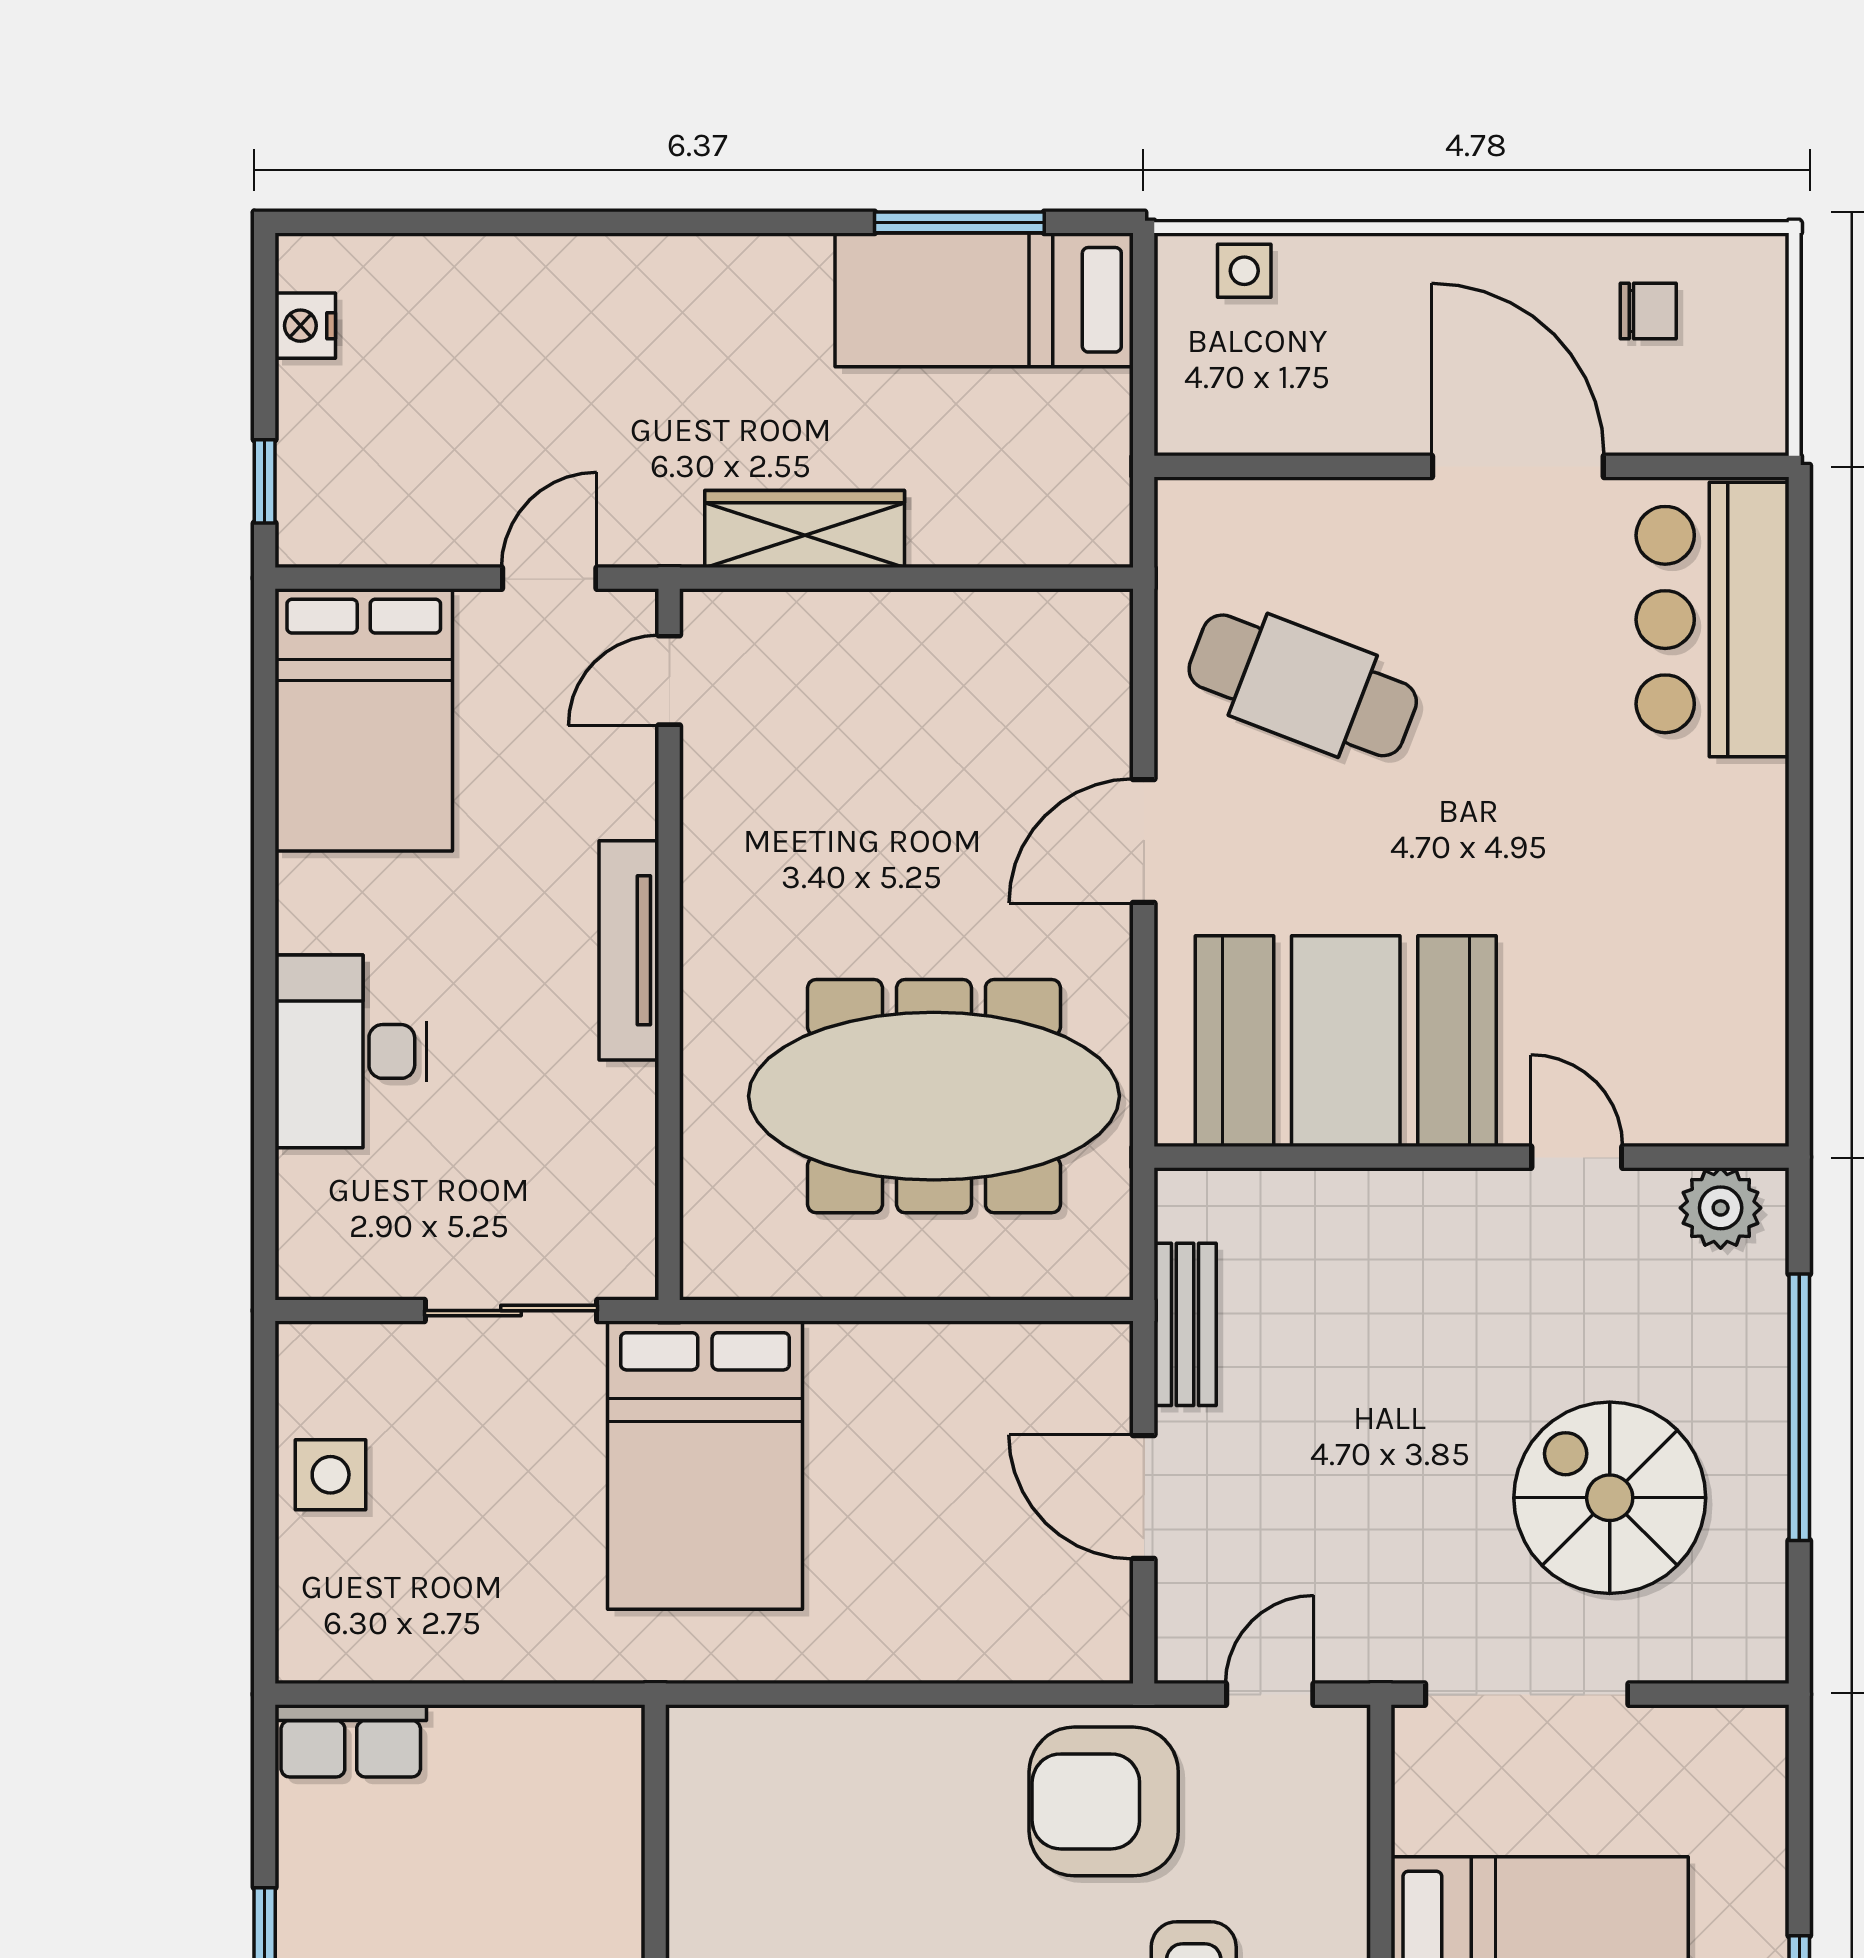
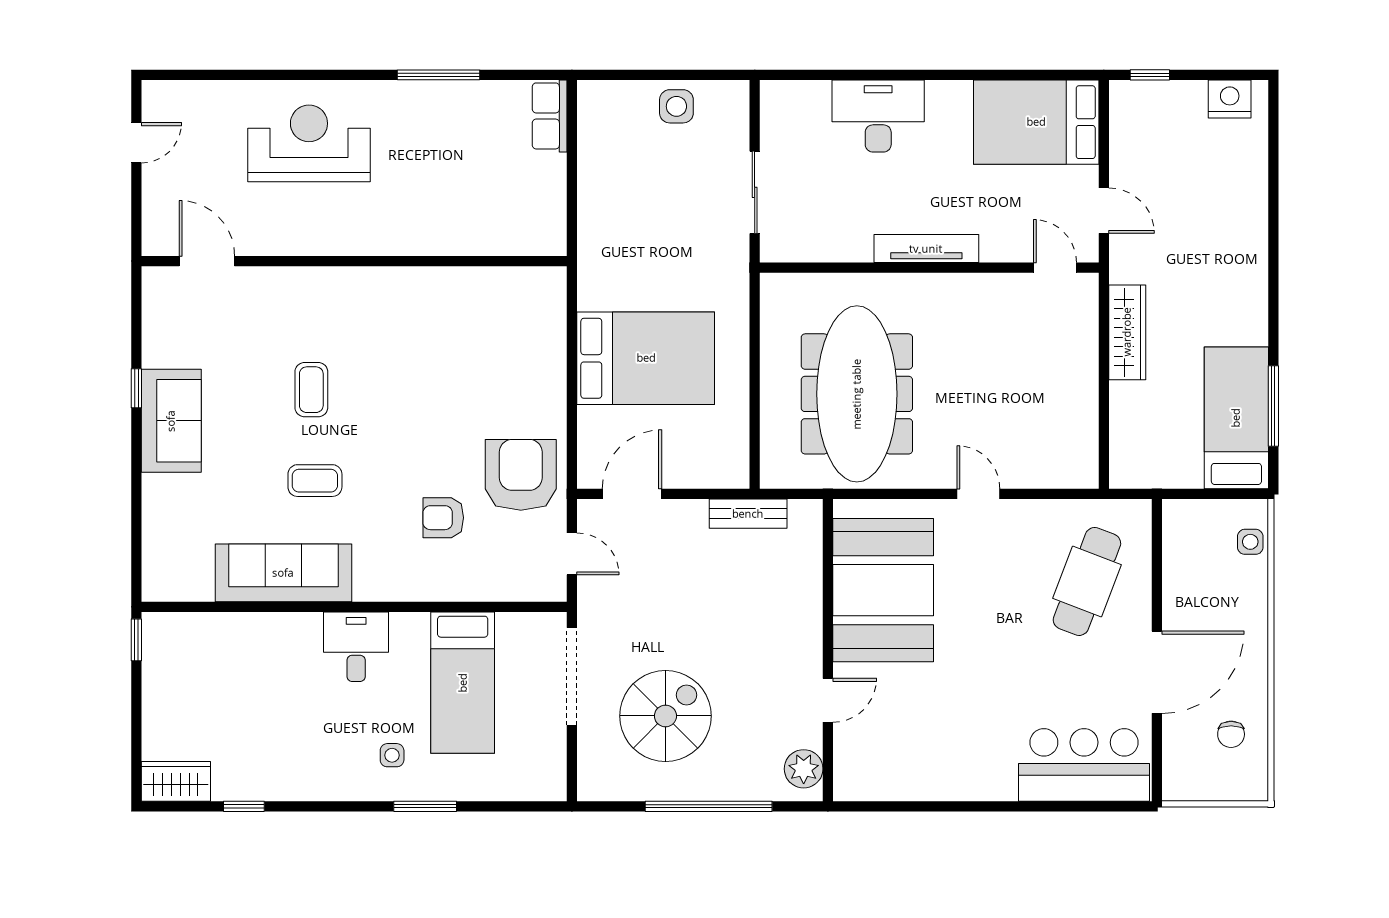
nightstand: (305, 326) -> (1230, 99), width x1.36, depth x1.33
cafe table: (1303, 685) -> (1087, 581), moved
door: (1144, 841) -> (978, 494), width x0.73
bed: (705, 1465) -> (646, 358), moved, turned 180
door: (1144, 1497) -> (632, 494), moved

